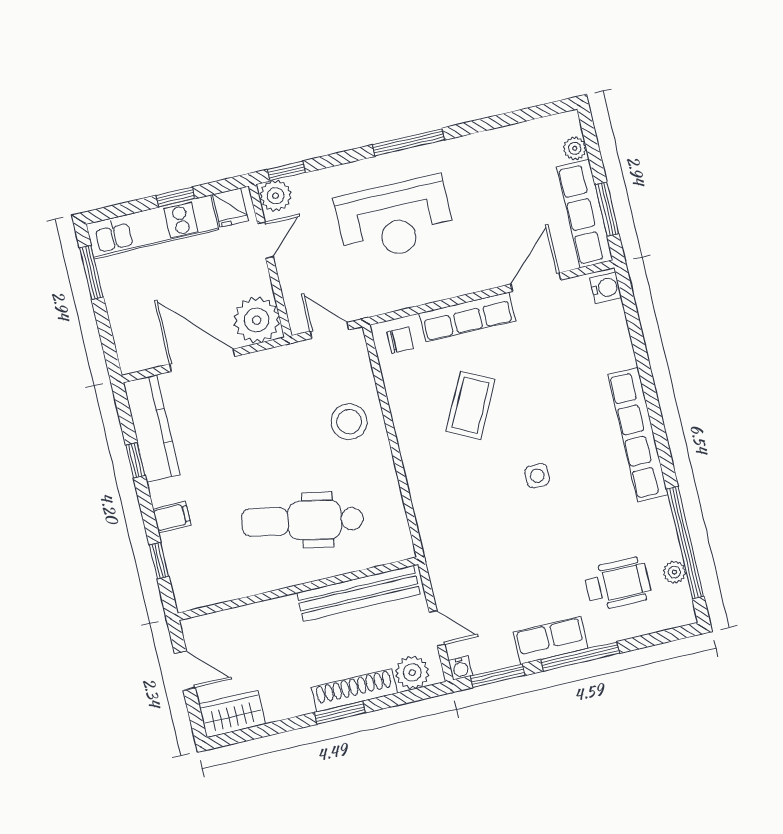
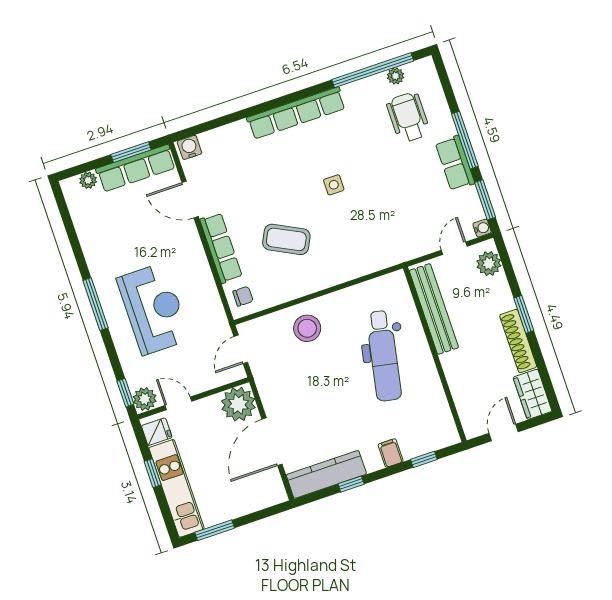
chair: (400, 340) -> (243, 296), turned 90
shoe rack: (354, 690) -> (518, 341), moved

